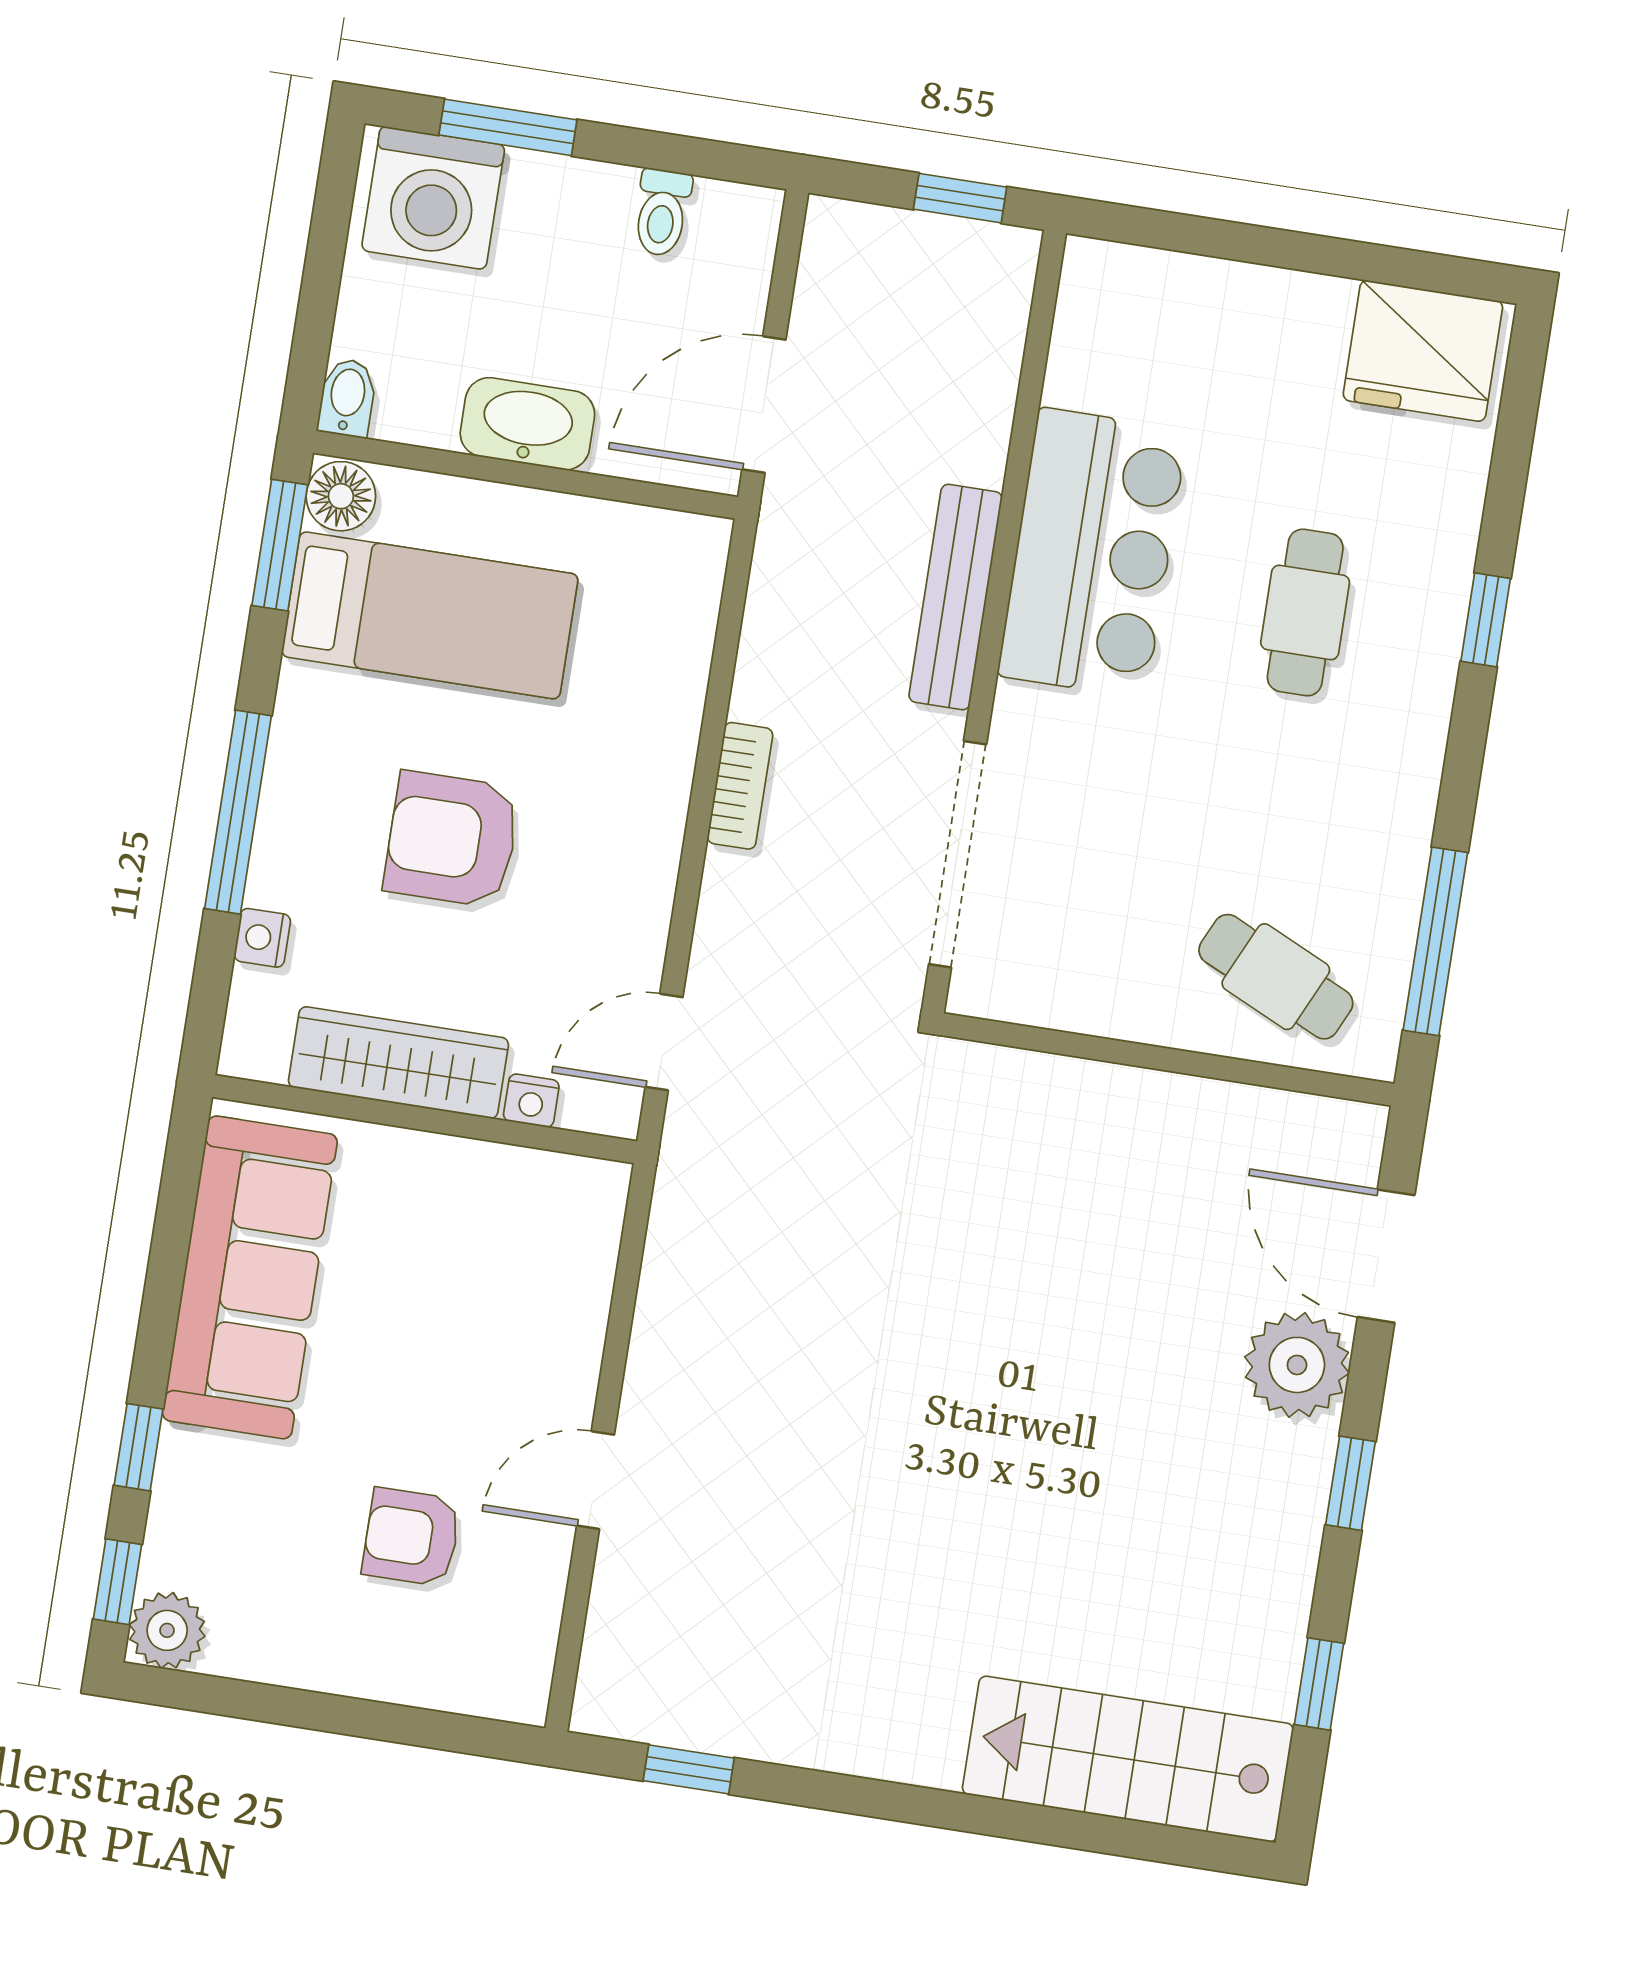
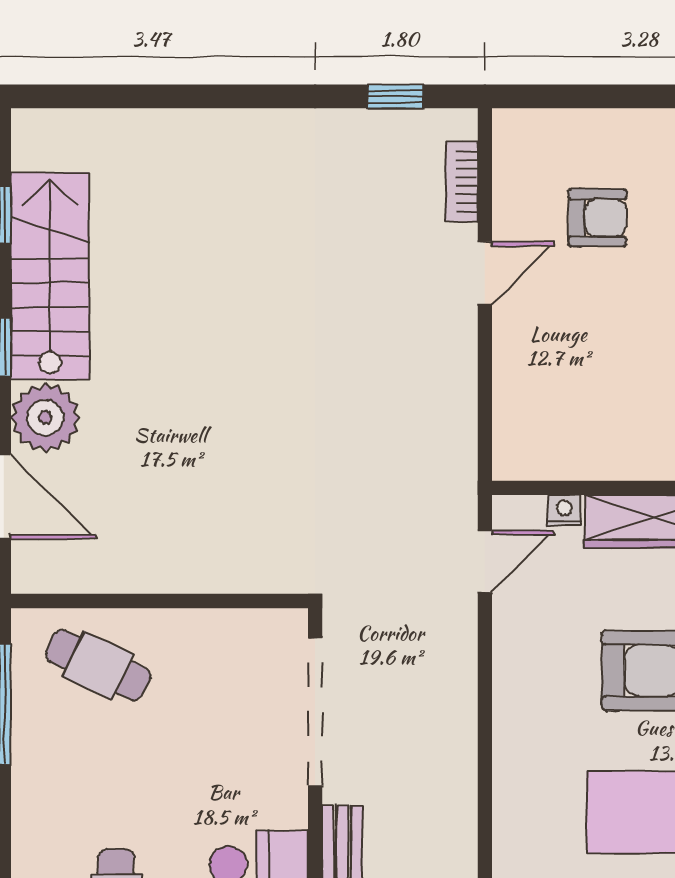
bookcase: (740, 786) -> (462, 182), moved
stairs: (1128, 1759) -> (50, 276), moved, turned -90

